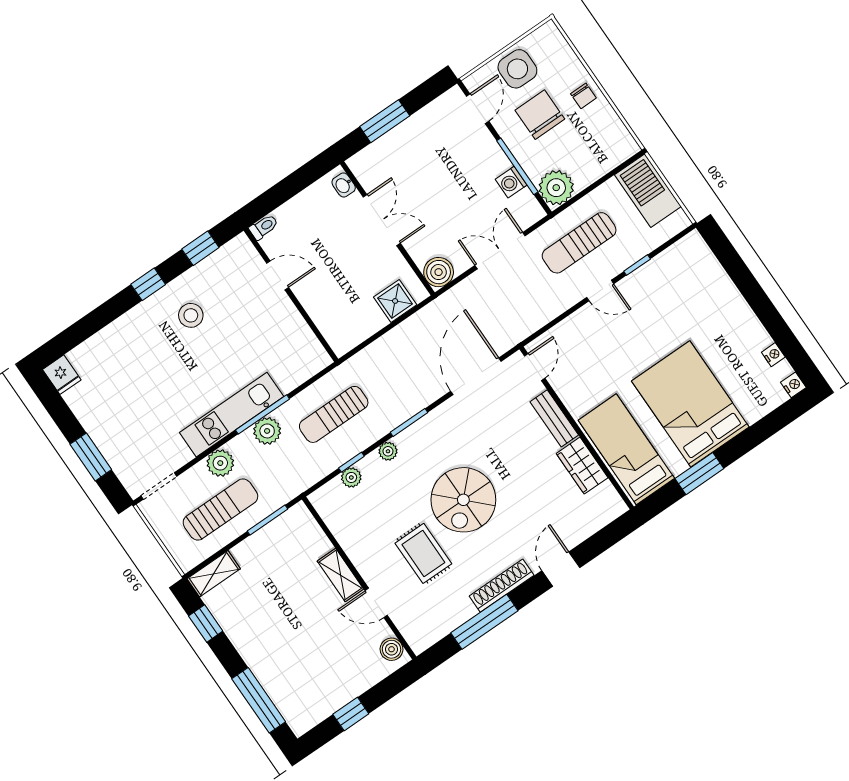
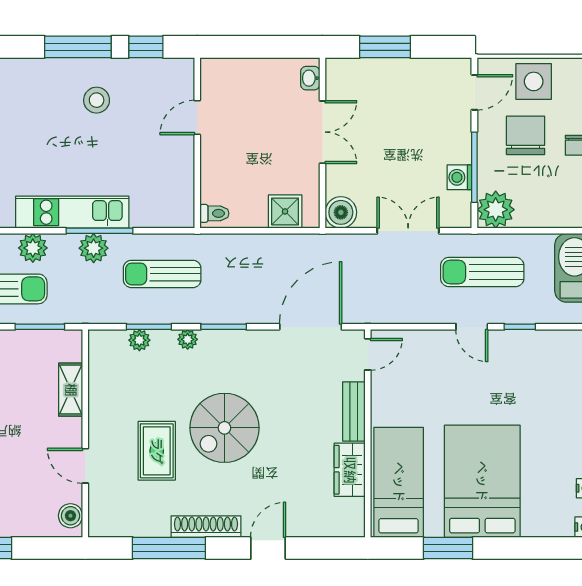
toilet: (264, 227) -> (214, 213), moved
door: (278, 275) -> (197, 118), swing flipped
window: (148, 284) -> (78, 47), width x2.17
window: (351, 462) -> (149, 327), width x1.50
shelving: (340, 575) -> (71, 390), moved

